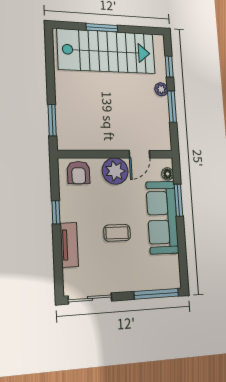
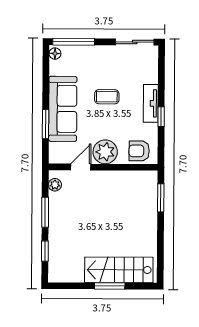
stairs: (107, 51) -> (119, 270), width x0.73, depth x0.66
plant: (161, 89) -> (55, 185), moved
armchair: (79, 173) -> (139, 151), turned -90
floor lamp: (168, 174) -> (55, 54), moved
tv unit: (69, 245) -> (151, 103), moved

